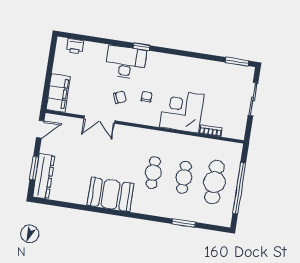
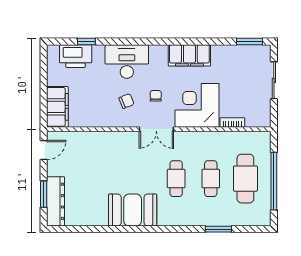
printer: (75, 46) -> (76, 56), width x1.87, depth x1.48
window: (141, 47) -> (86, 41), moved
filing cabinet: (182, 66) -> (189, 55), added
double door: (100, 120) -> (156, 129), moved

